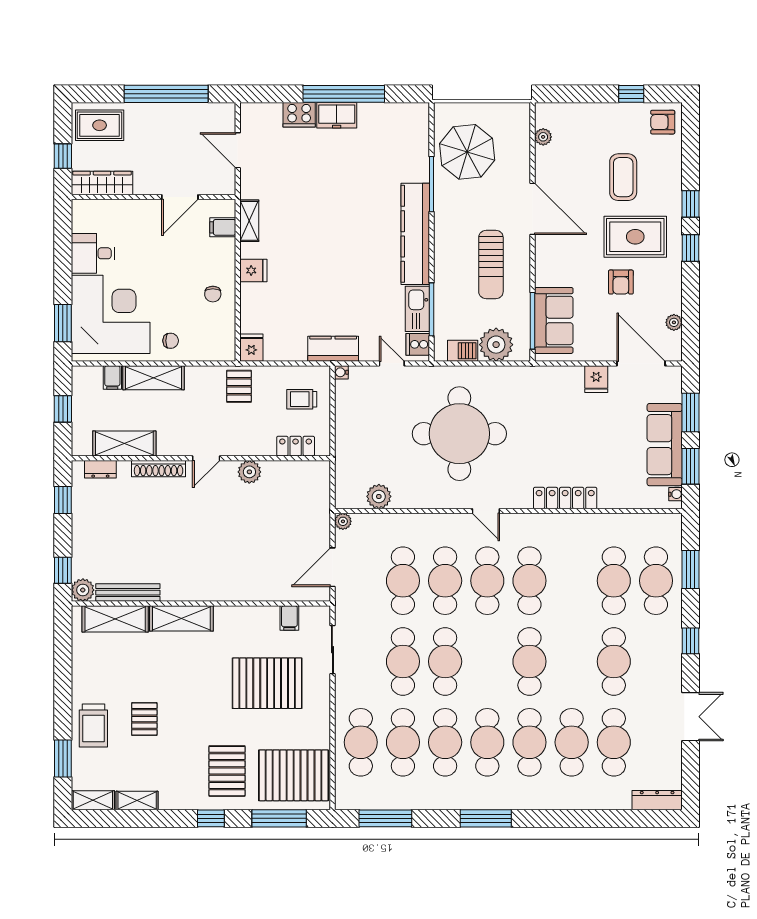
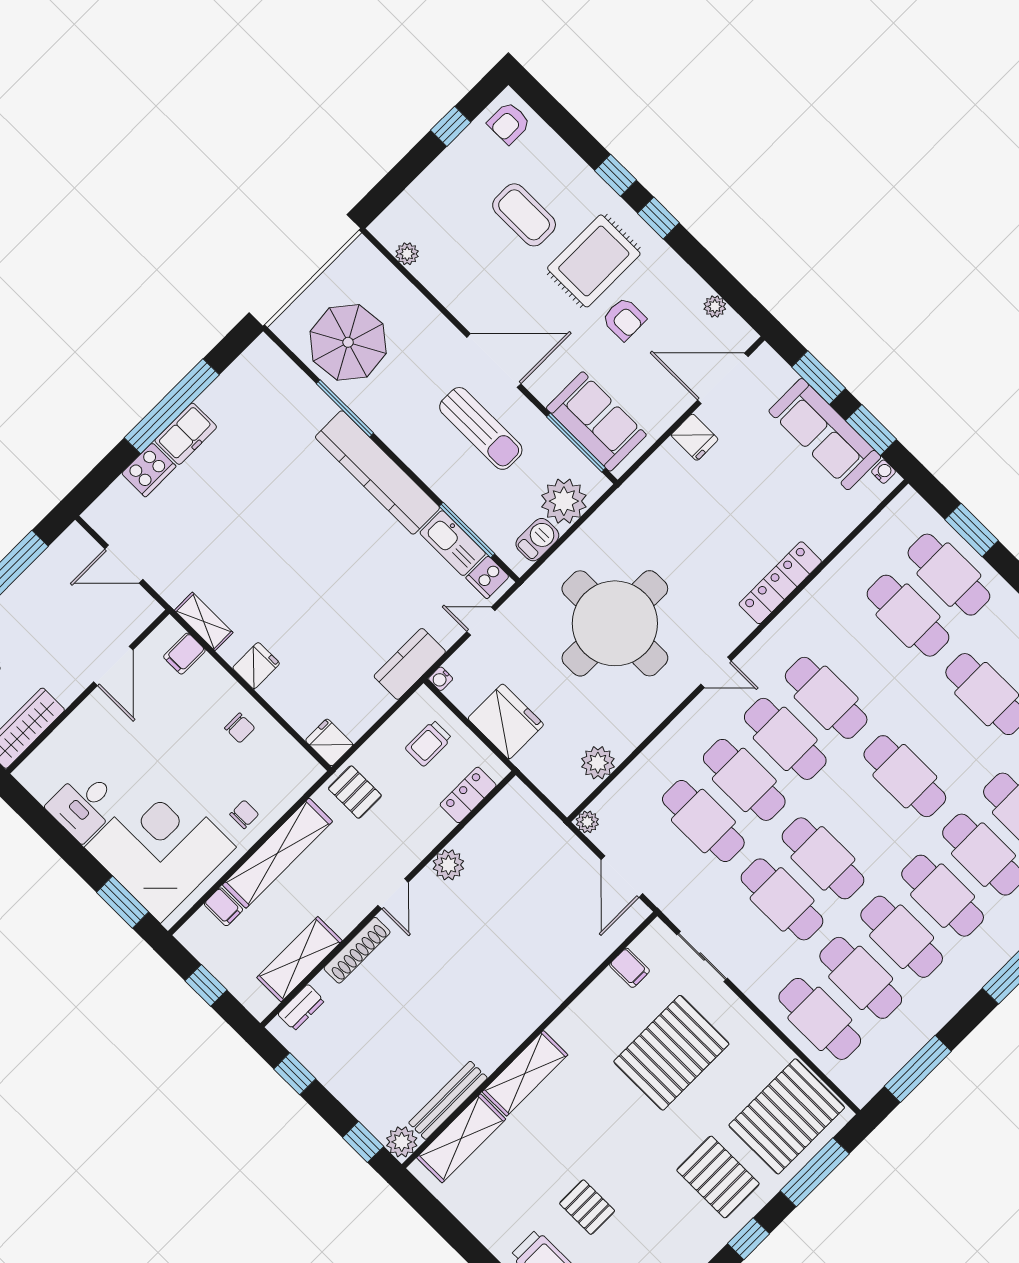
door: (533, 209) -> (494, 361), moved
shelving: (153, 378) -> (277, 853), width x1.47
fridge: (353, 428) -> (506, 721), added

